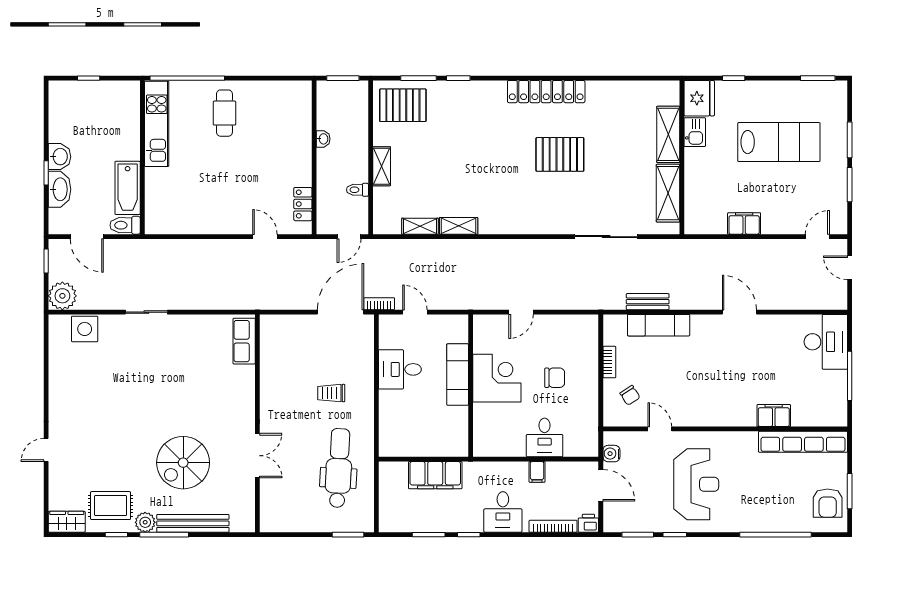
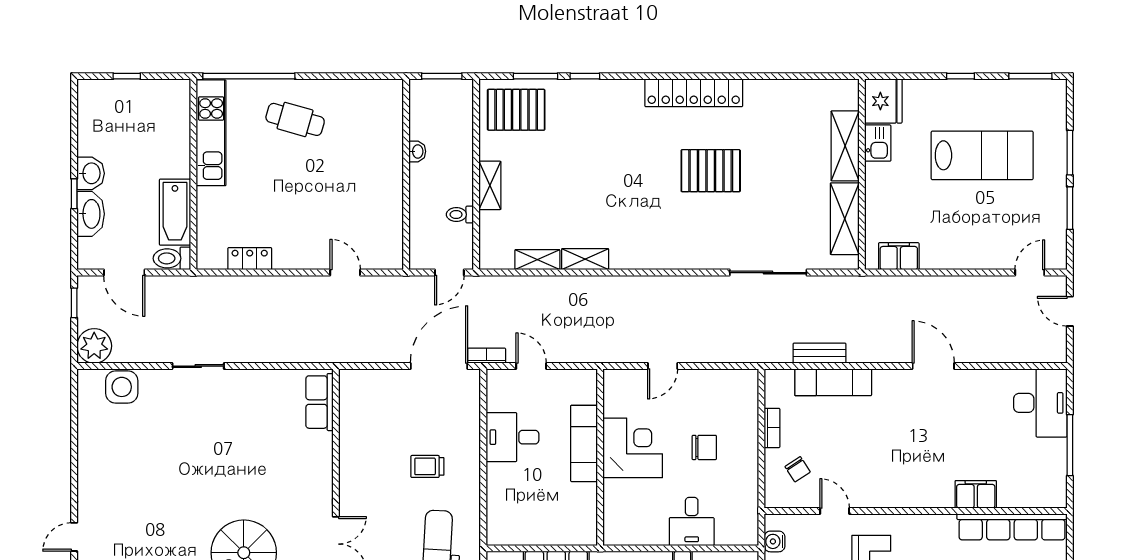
window: (734, 78) -> (960, 76), moved
cafe table: (224, 113) -> (295, 119), turned -74
locker: (303, 204) -> (250, 259), moved, turned 90
filing cabinet: (744, 223) -> (899, 256), moved

